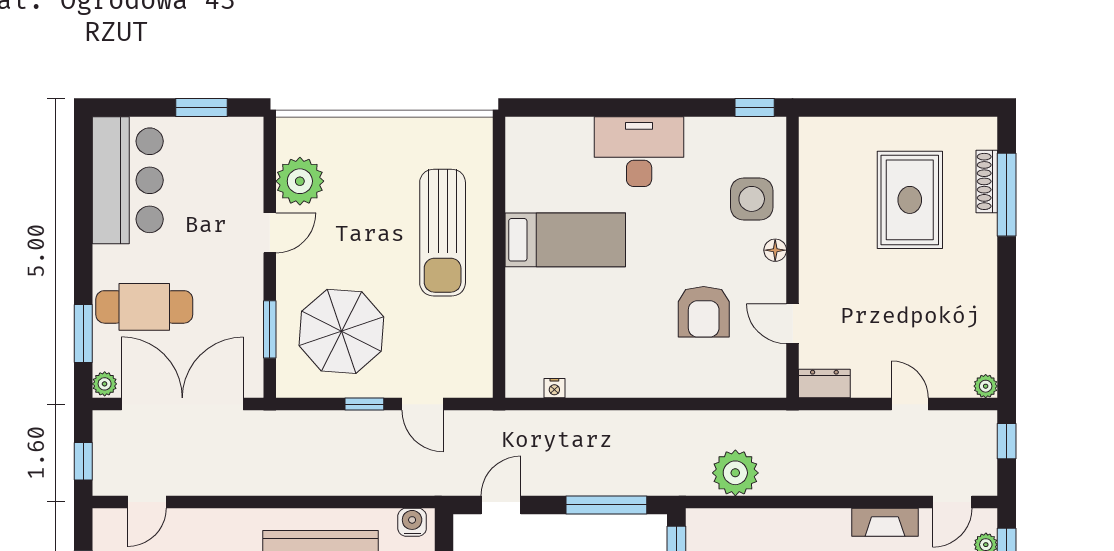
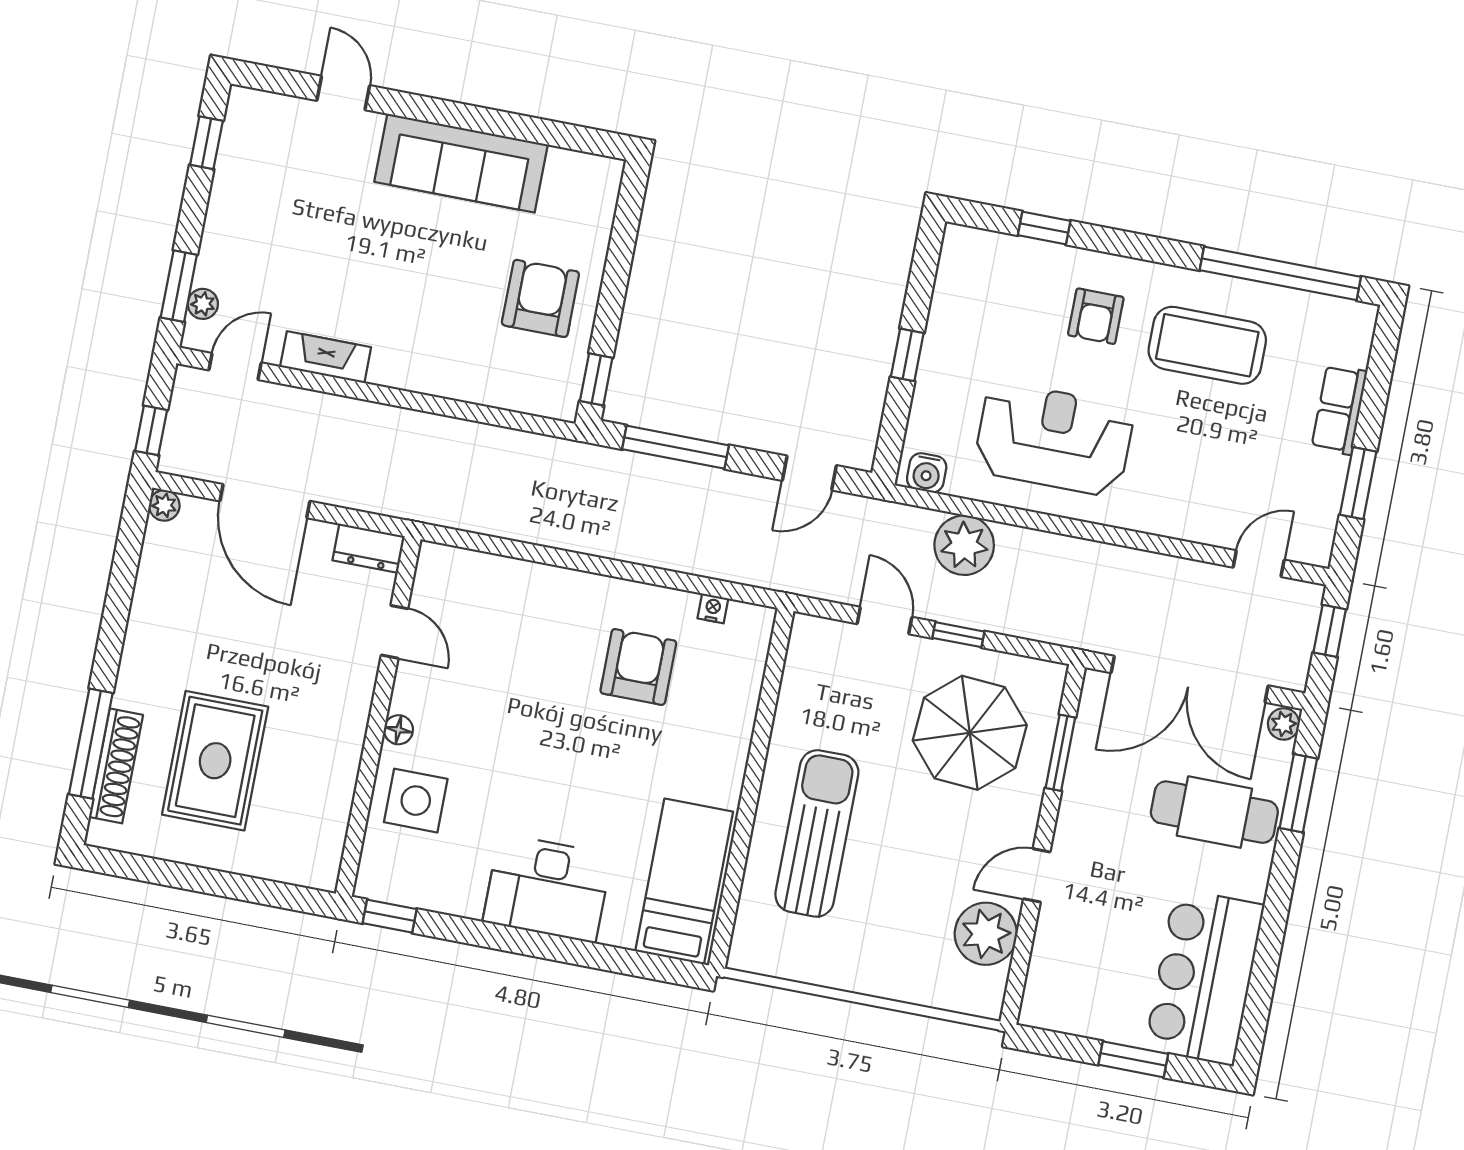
window: (202, 107) -> (1133, 1059), moved
shoe rack: (987, 181) -> (116, 766), width x1.36, depth x1.24
bed: (565, 240) -> (684, 882), moved, turned 90
armchair: (704, 312) -> (638, 667), moved
door: (910, 404) -> (265, 501), width x1.88
plant: (735, 473) -> (964, 545), moved

